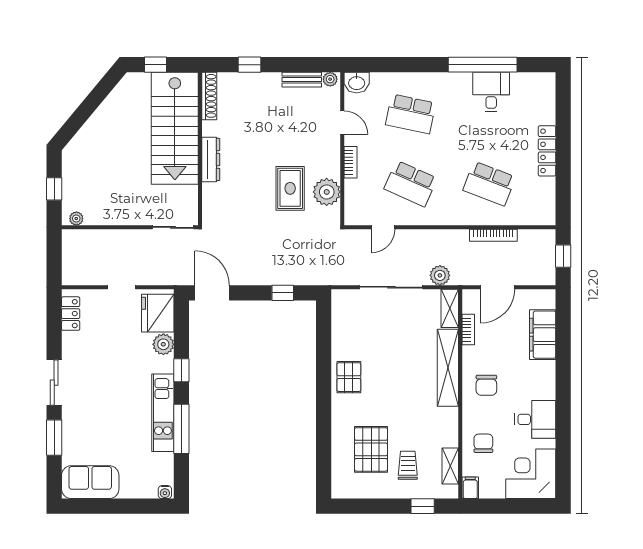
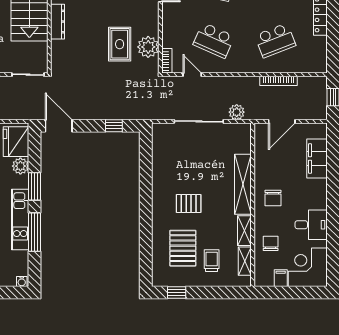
bookcase: (351, 162) -> (167, 61), moved
school desk: (489, 184) -> (275, 40), turned -42
door: (383, 227) -> (192, 75), swing flipped
shelving: (450, 308) -> (244, 231), moved
bookcase: (468, 330) -> (259, 154), removed
window: (181, 370) -> (35, 186), width x1.50
pallet: (349, 377) -> (189, 204), moved, turned 90
filing cabinet: (470, 488) -> (281, 278), moved
window: (423, 506) -> (177, 293), moved

